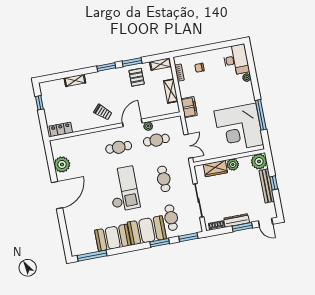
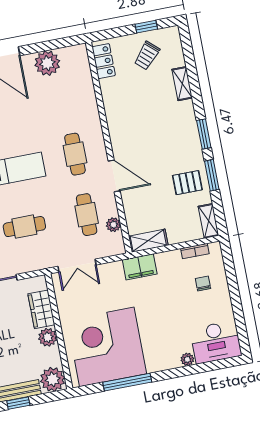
shelving: (171, 91) -> (148, 241), moved
trolley: (103, 112) -> (147, 56), moved
plant: (148, 126) -> (113, 225), moved

